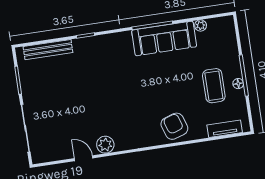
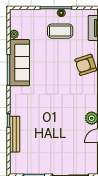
bench: (48, 50) -> (15, 134), moved

